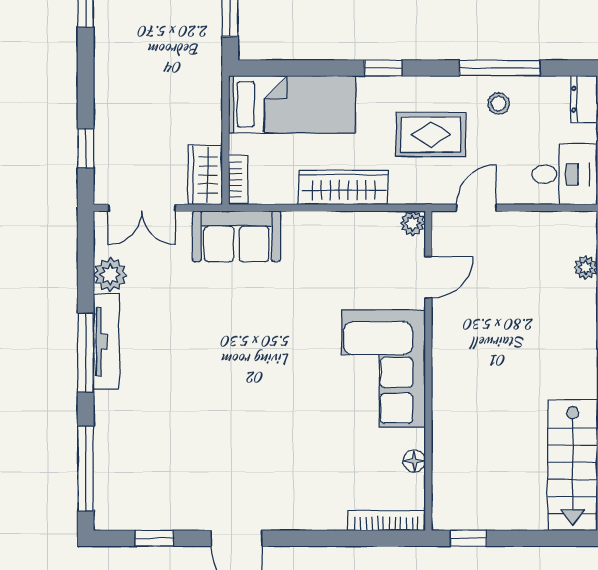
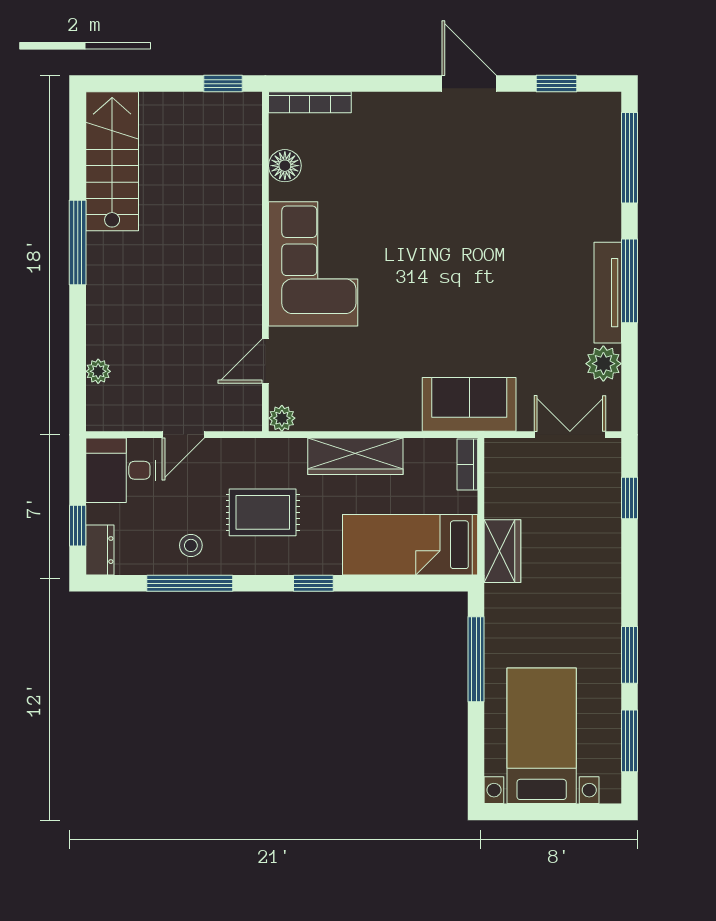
wardrobe: (205, 175) -> (502, 551), moved
door: (476, 208) -> (183, 435), moved
floor lamp: (414, 461) -> (285, 166), width x1.37, depth x1.37

